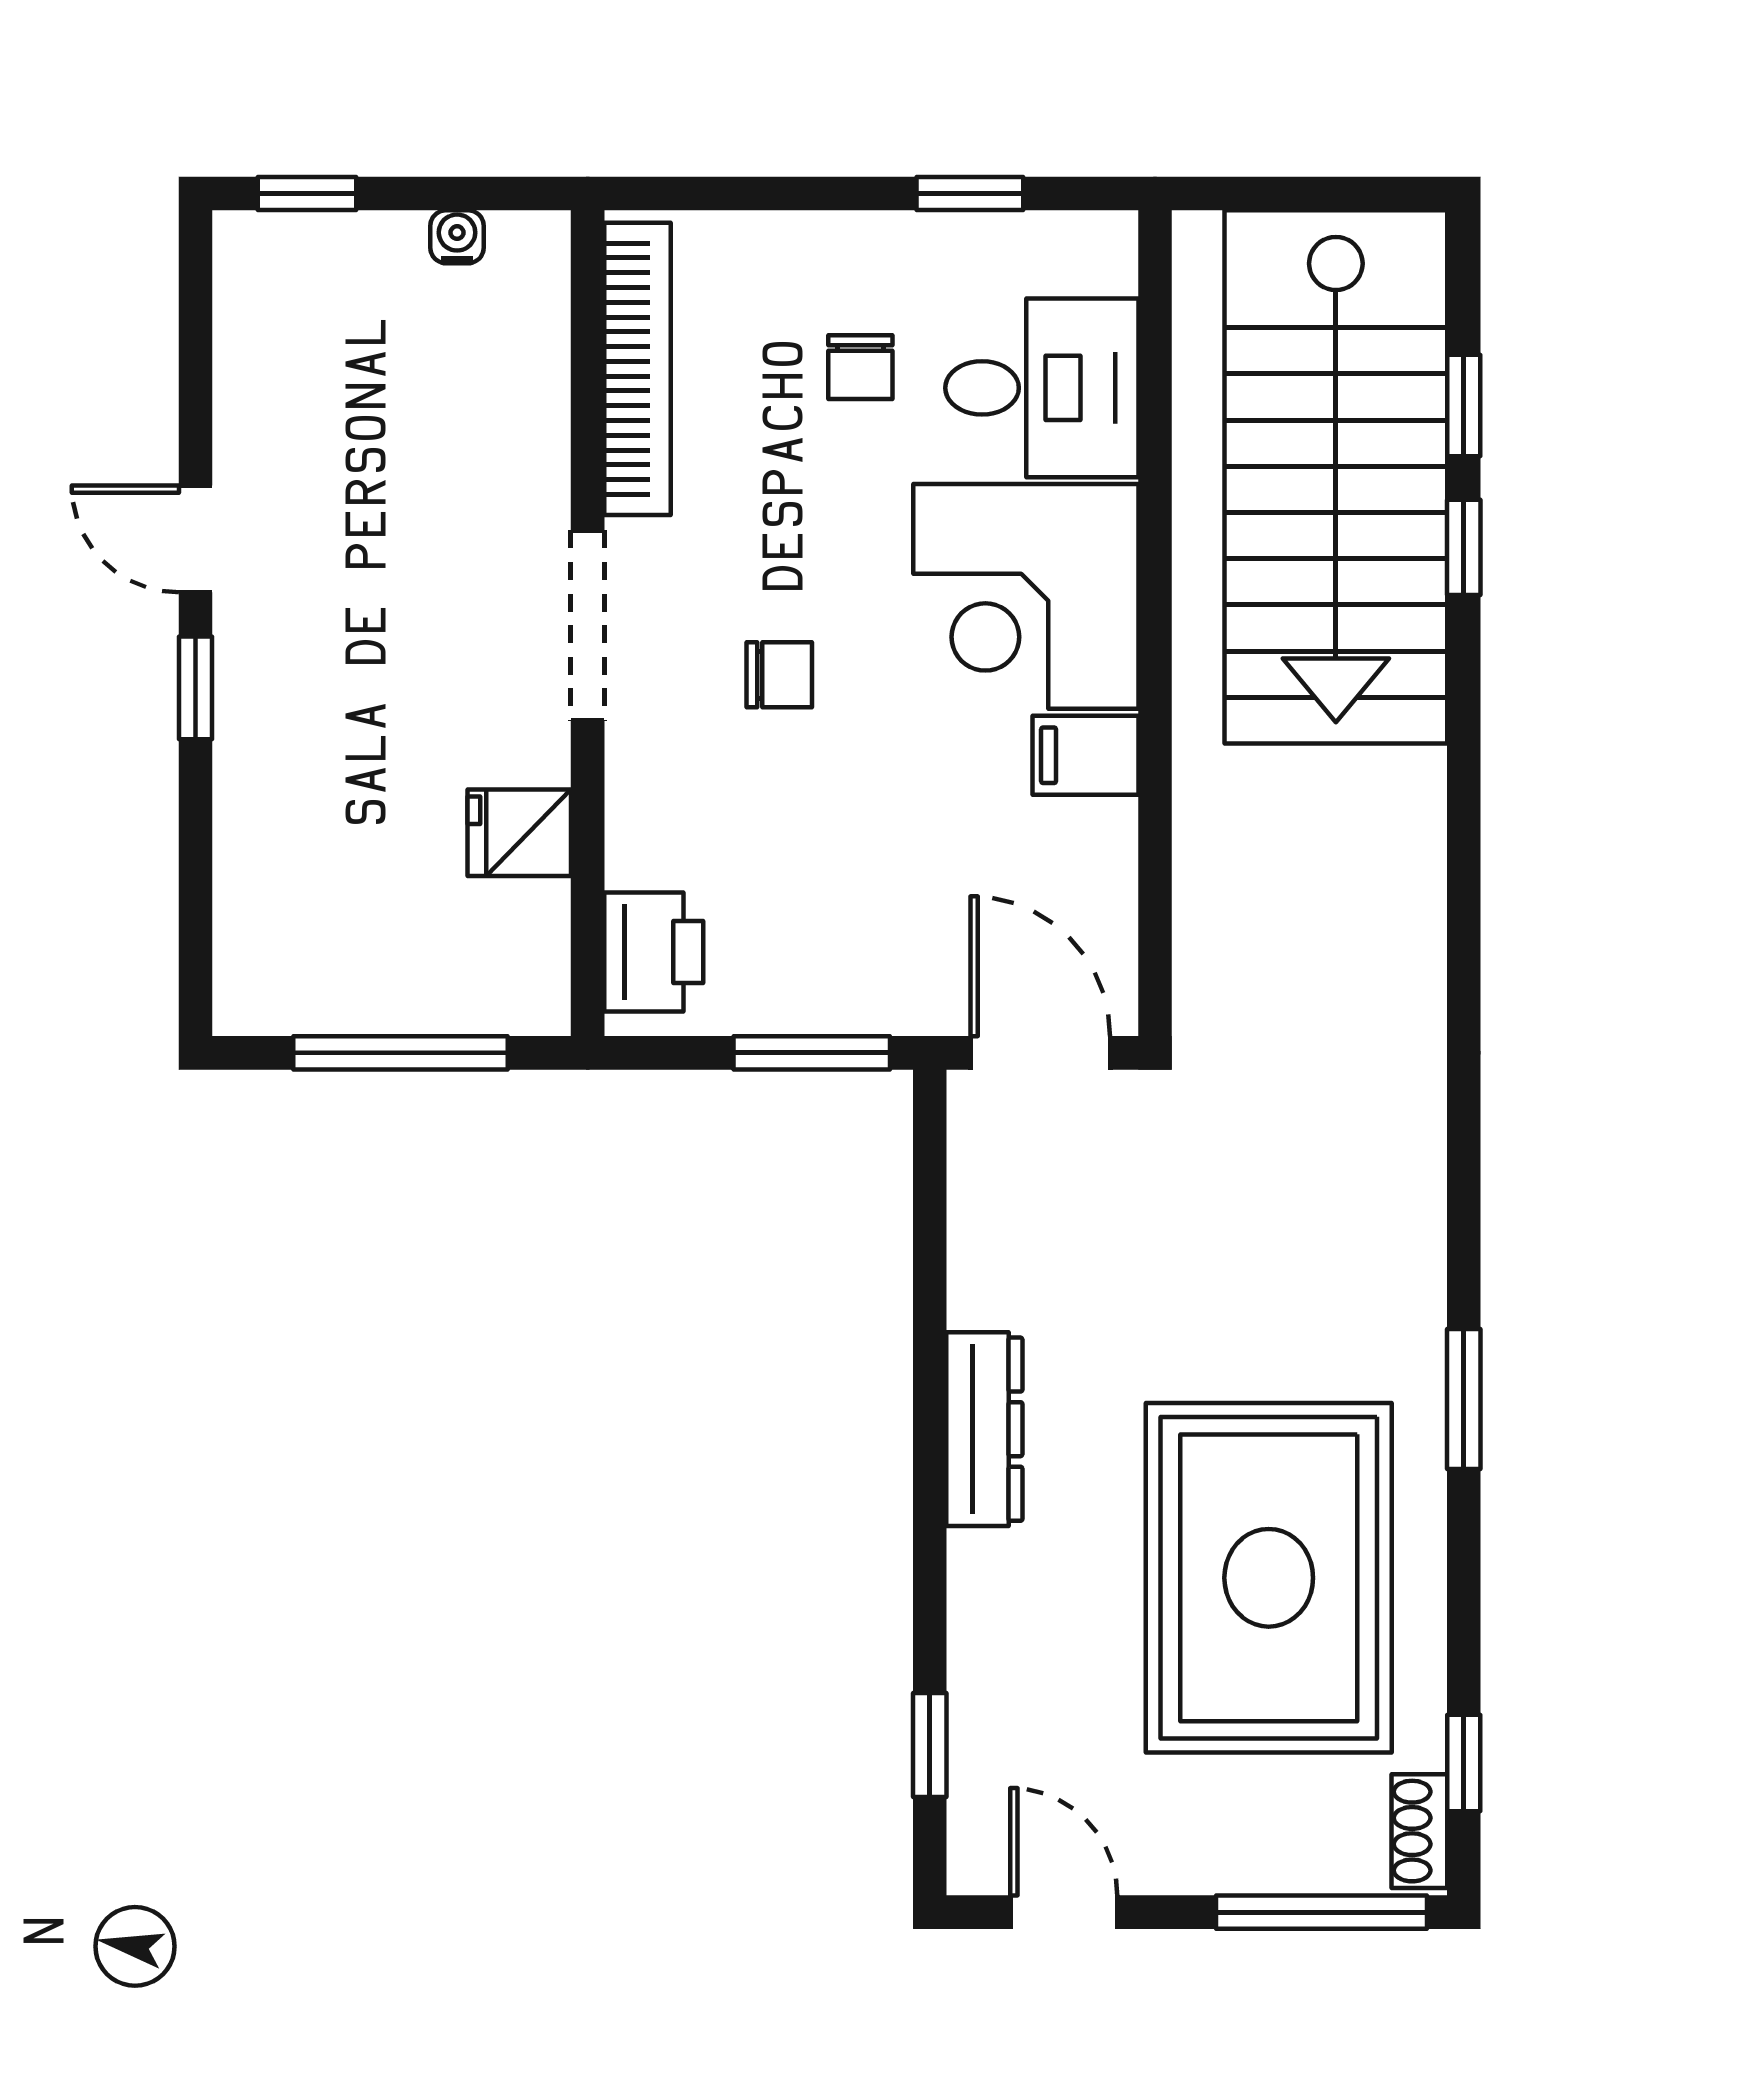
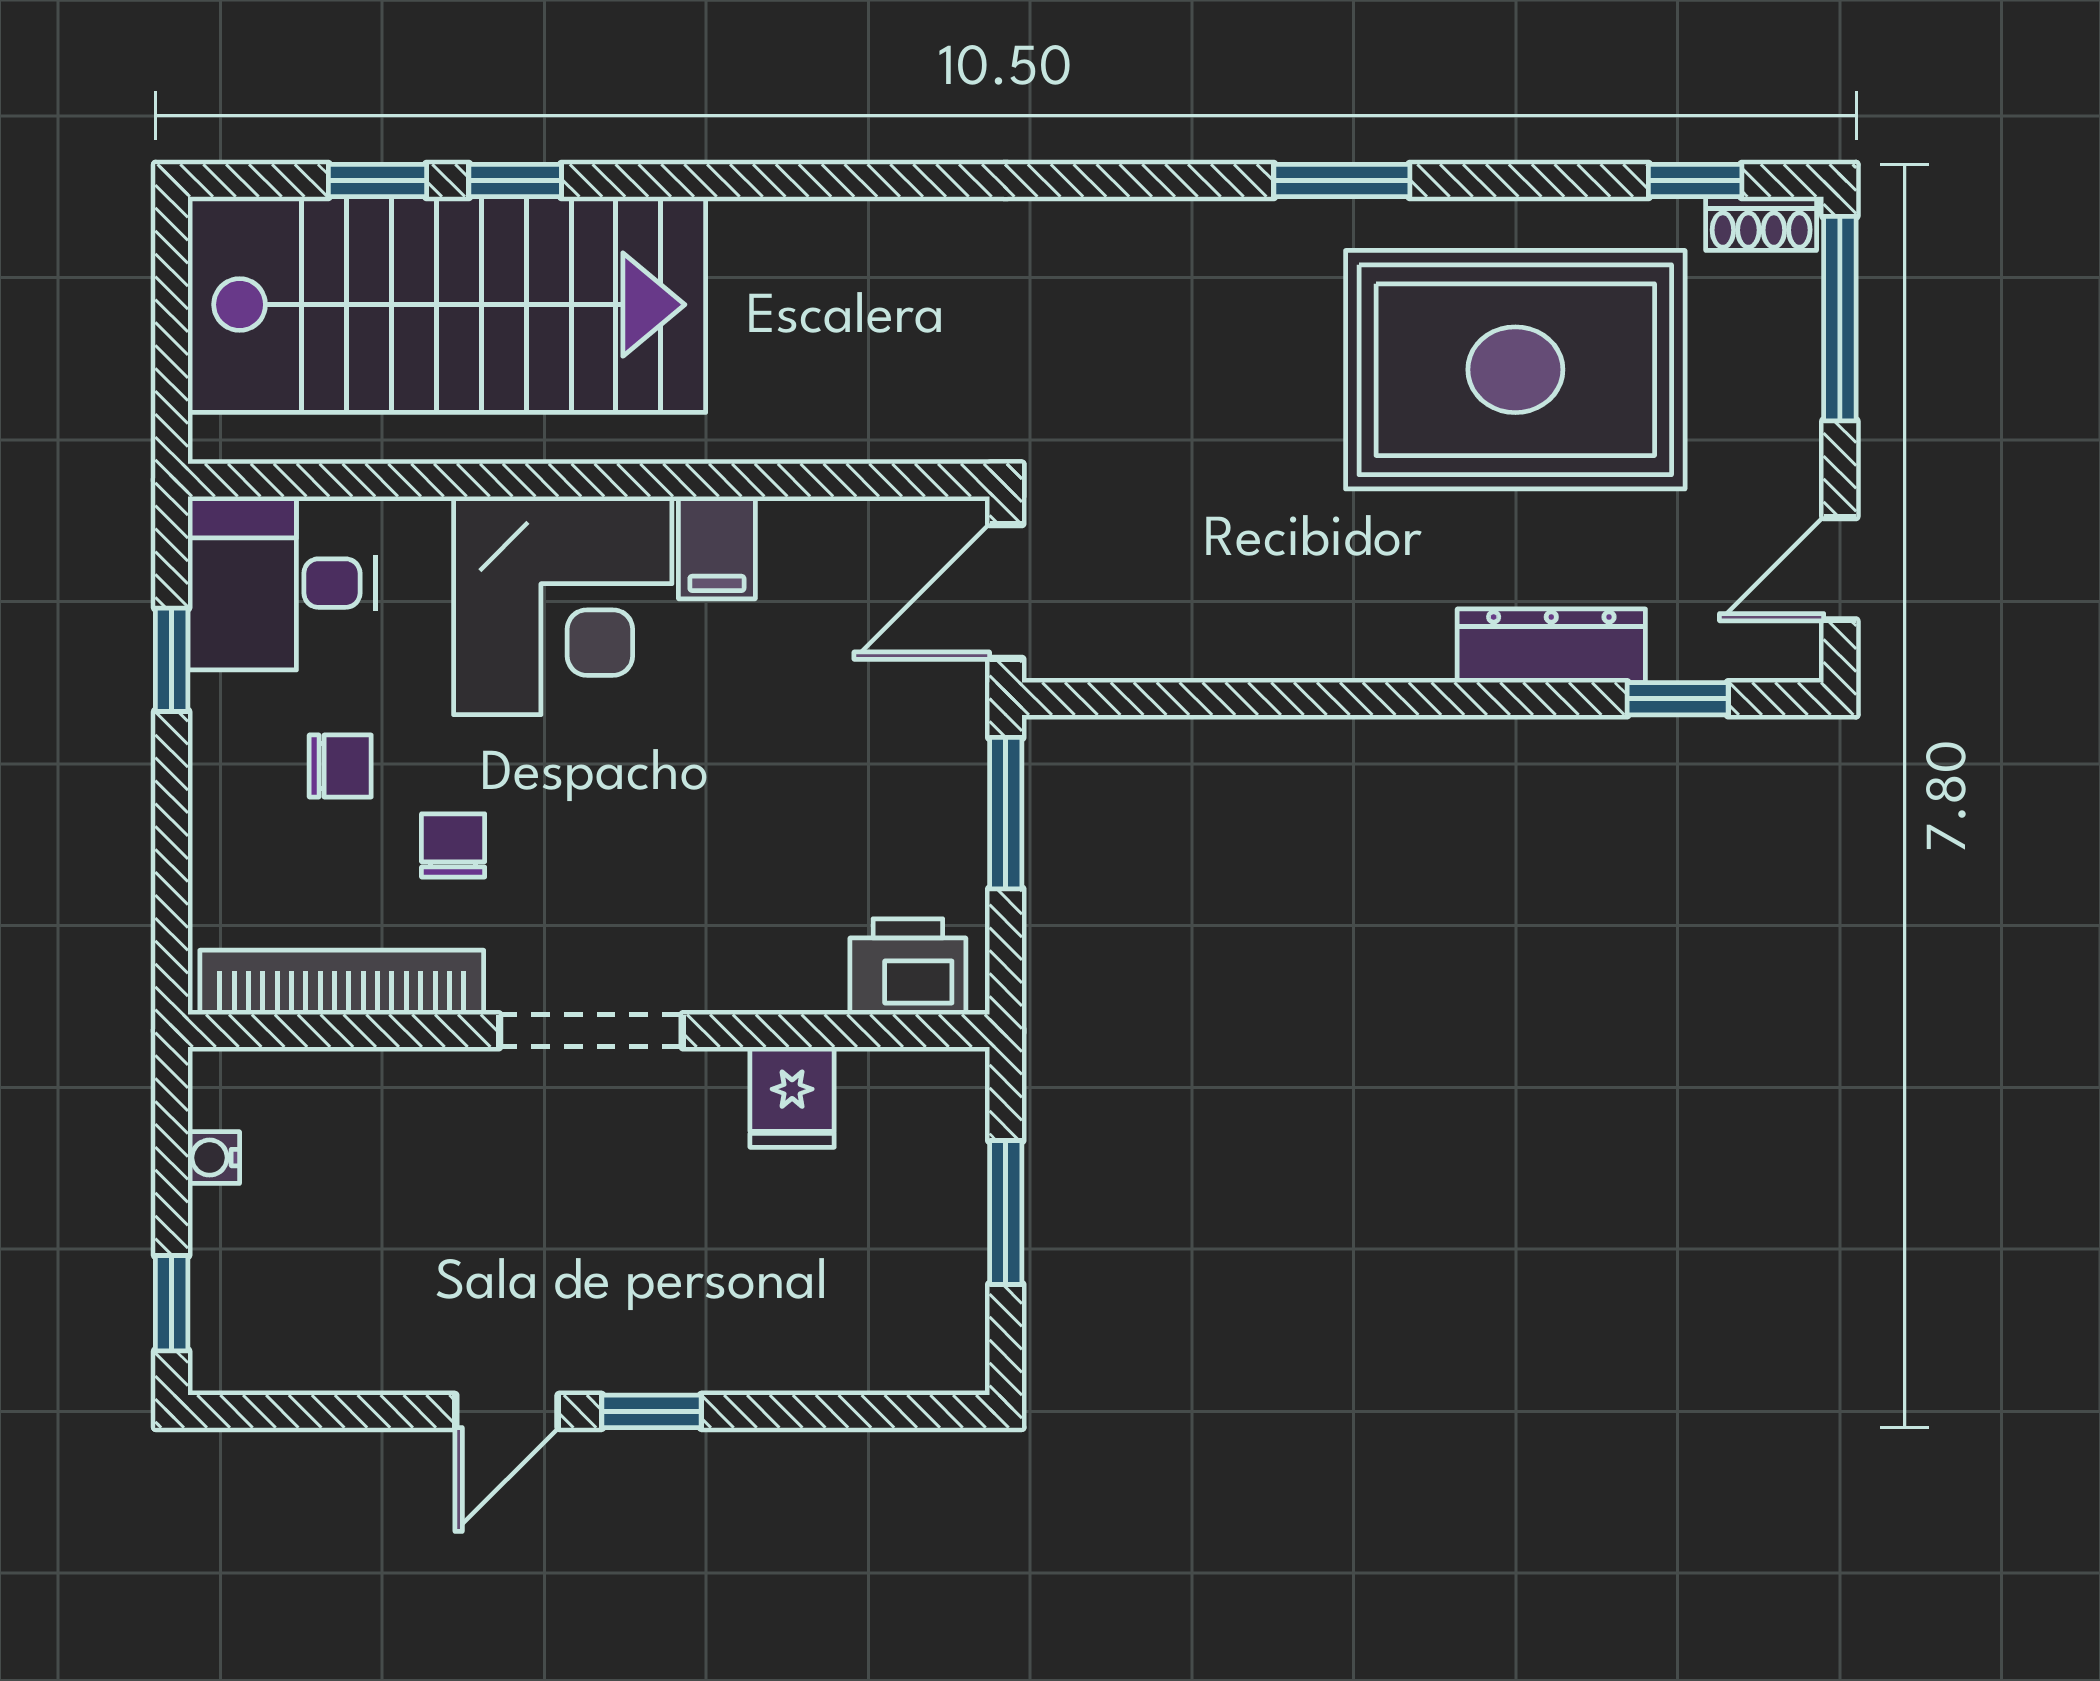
desk: (1042, 388) -> (281, 583), moved, turned -90
chair: (779, 675) -> (453, 845), moved
window: (400, 1053) -> (1006, 1212), width x0.69
dresser: (984, 1429) -> (1551, 646), moved

